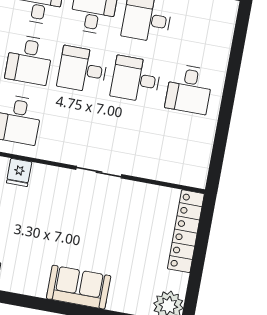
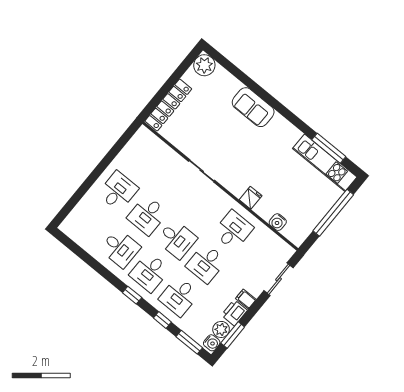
desk: (29, 60) -> (206, 263), turned 180
desk: (136, 79) -> (147, 215), turned 90

